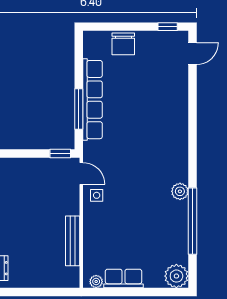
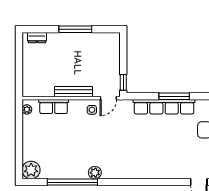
window: (79, 109) -> (174, 96), moved
bench: (73, 241) -> (74, 92), moved
row of seats: (123, 278) -> (54, 106), moved, turned 90

